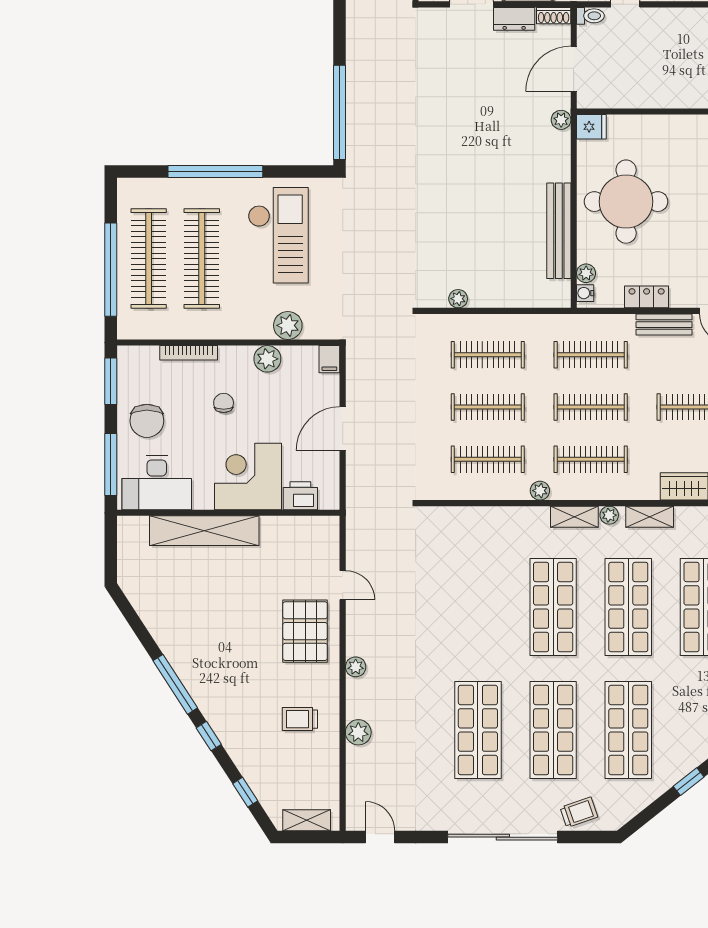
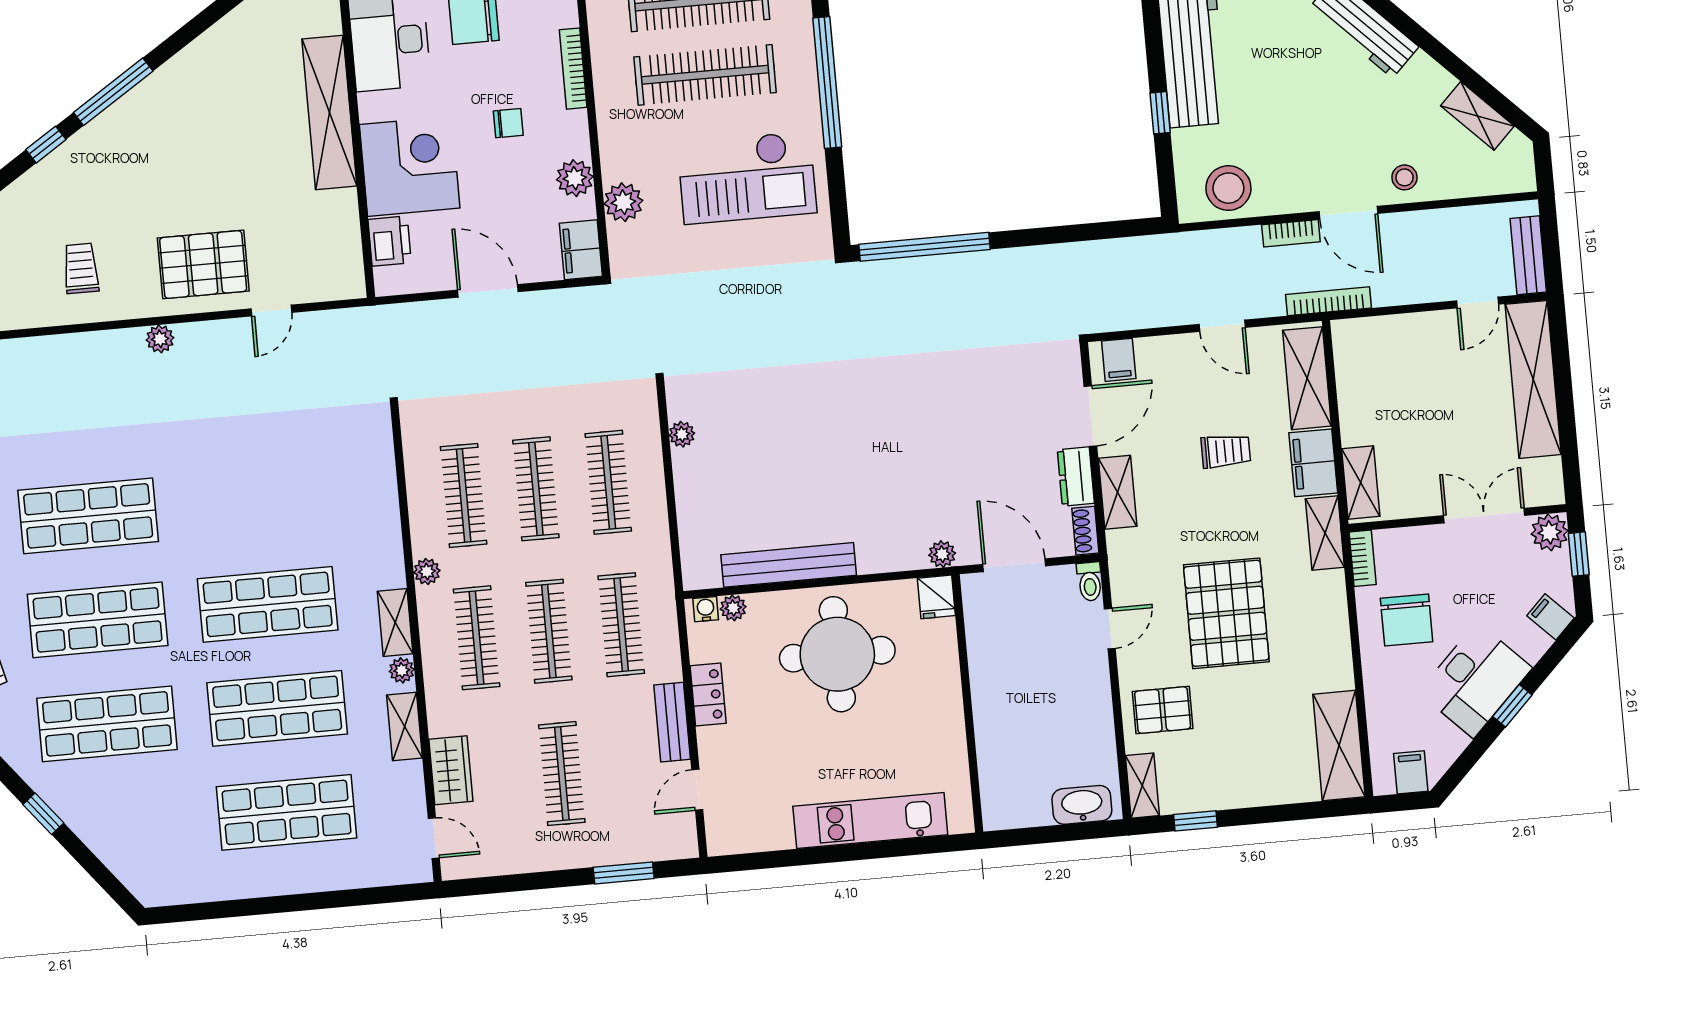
filing cabinet: (329, 359) -> (581, 250), width x2.00
plant: (358, 732) -> (70, 351), removed

